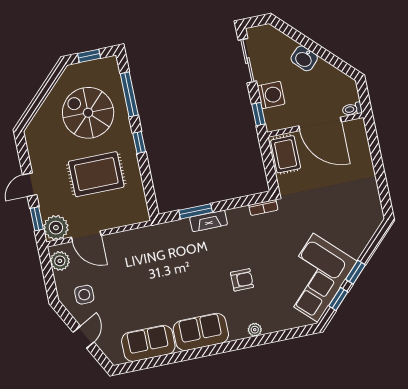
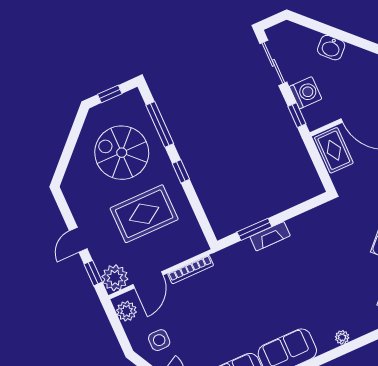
bookcase: (263, 208) -> (191, 270), moved, width x1.56
door: (86, 236) -> (148, 280), hinge flipped
armchair: (242, 280) -> (318, 289), removed

